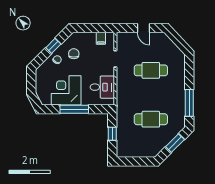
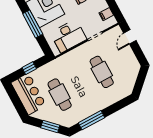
door: (144, 28) -> (130, 37), moved
desk: (102, 87) -> (68, 36), width x1.37
bar counter: (135, 147) -> (29, 94), added

